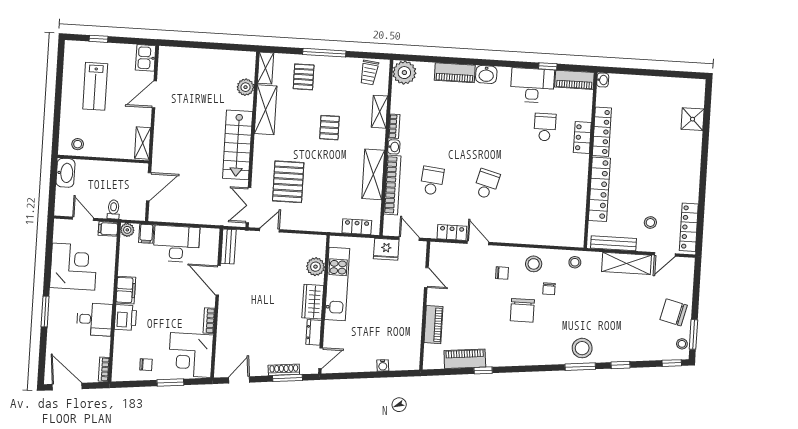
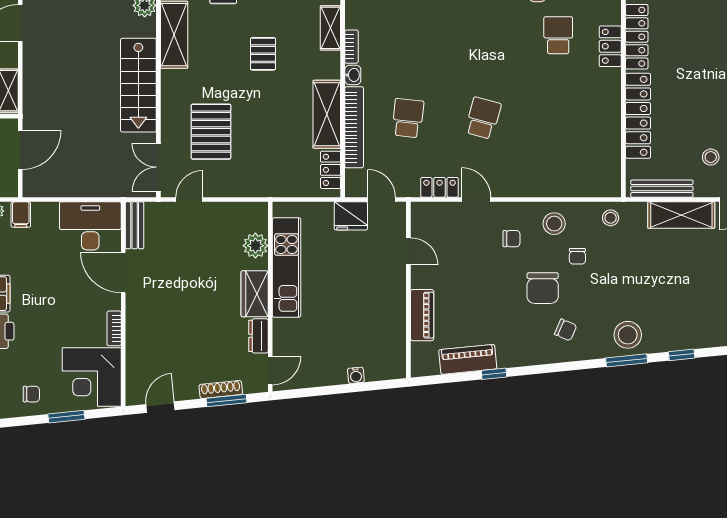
locker: (357, 227) -> (330, 170), moved, turned -90
desk: (176, 244) -> (90, 226), moved
chair: (537, 342) -> (566, 330), added

